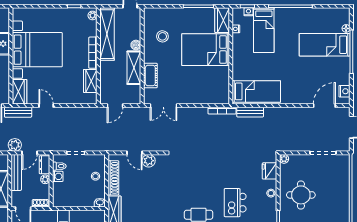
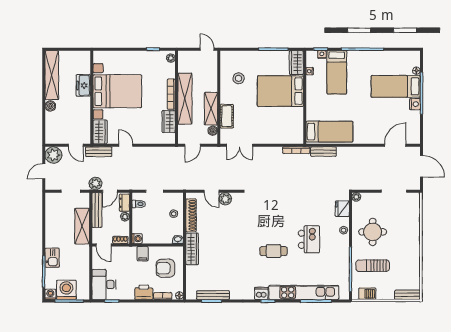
shelving: (107, 34) -> (185, 99), moved
boiler: (136, 45) -> (213, 131), moved
nightstand: (345, 91) -> (415, 104), moved
washing machine: (58, 176) -> (137, 239), moved
kitchen island: (235, 203) -> (309, 239), turned 180

